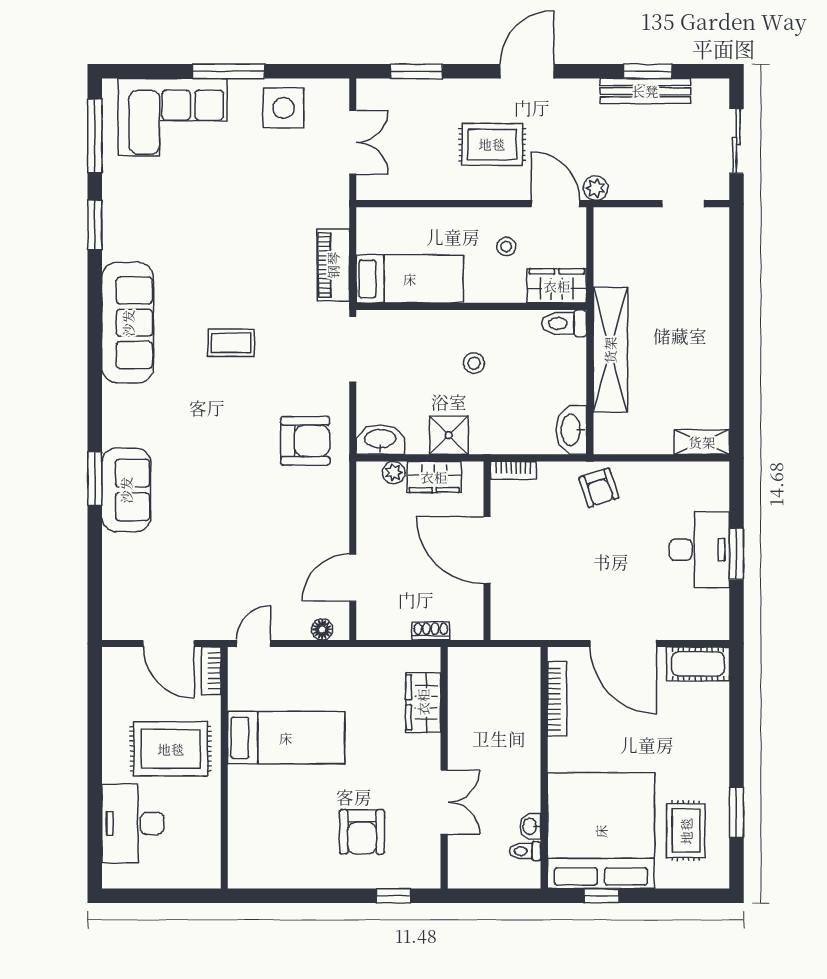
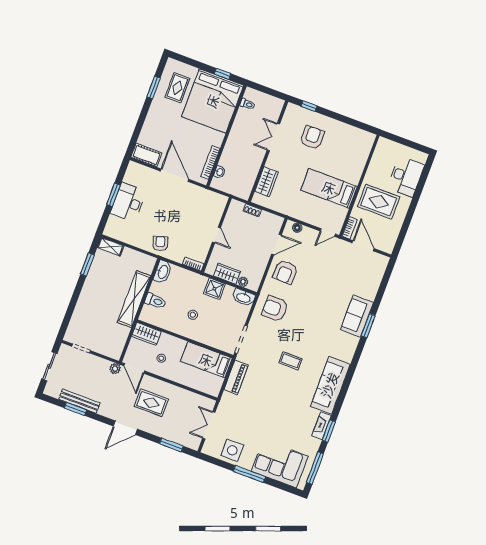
fireplace: (115, 230) -> (321, 426), added
toilet: (564, 323) -> (155, 301), moved
window: (736, 386) -> (87, 265), added
armchair: (312, 527) -> (285, 272), added
door: (487, 550) -> (216, 235), width x0.53
washbasin: (530, 826) -> (220, 172), moved

